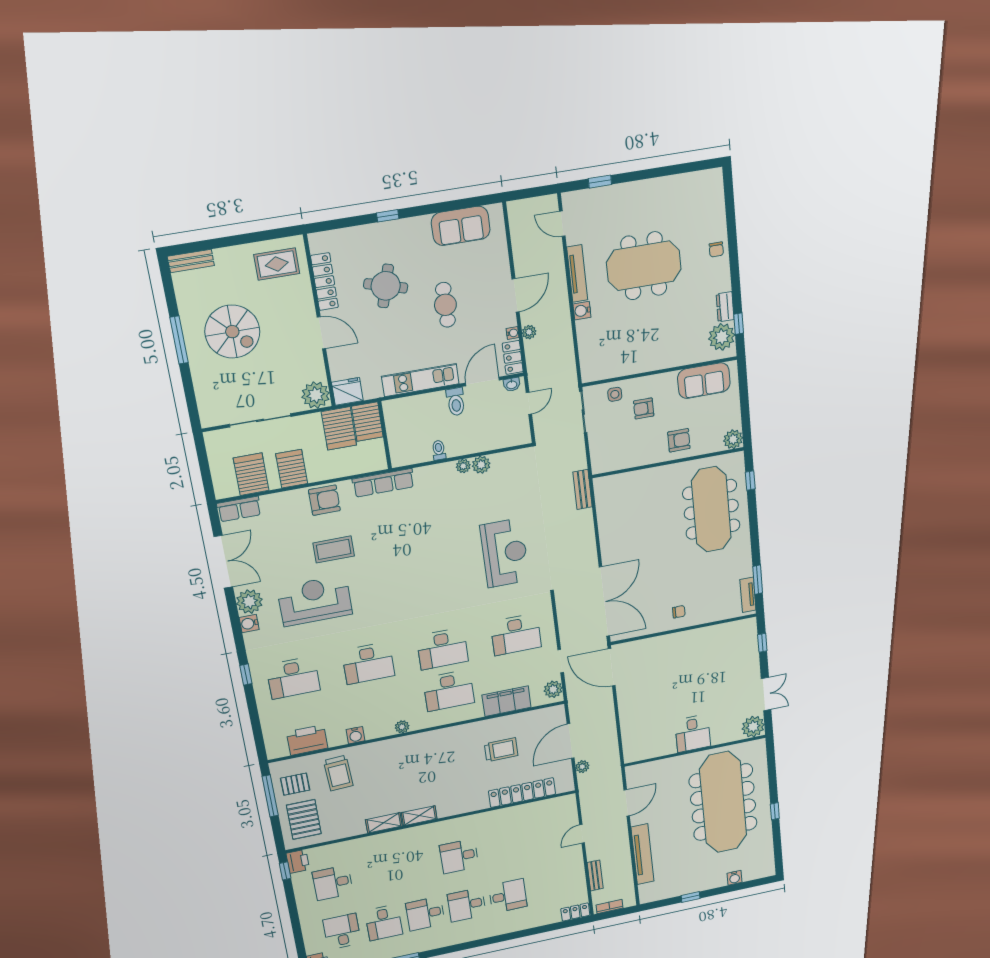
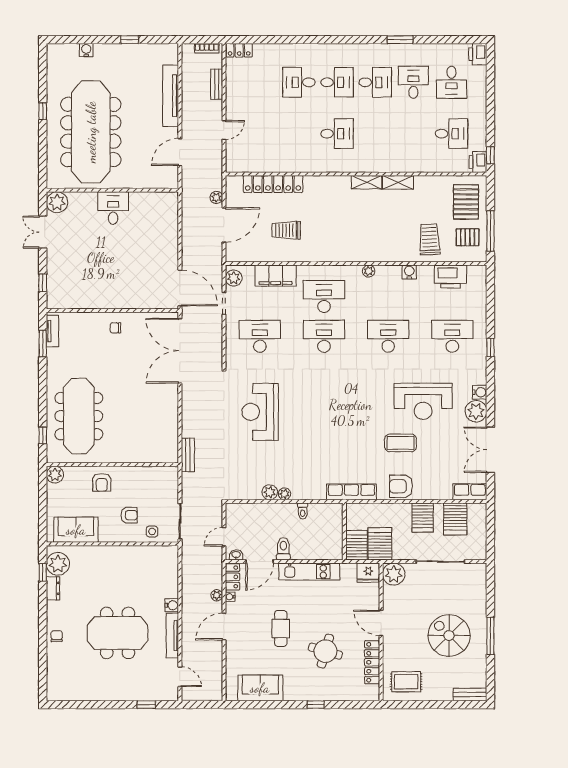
armchair: (679, 440) -> (102, 482), turned -90

